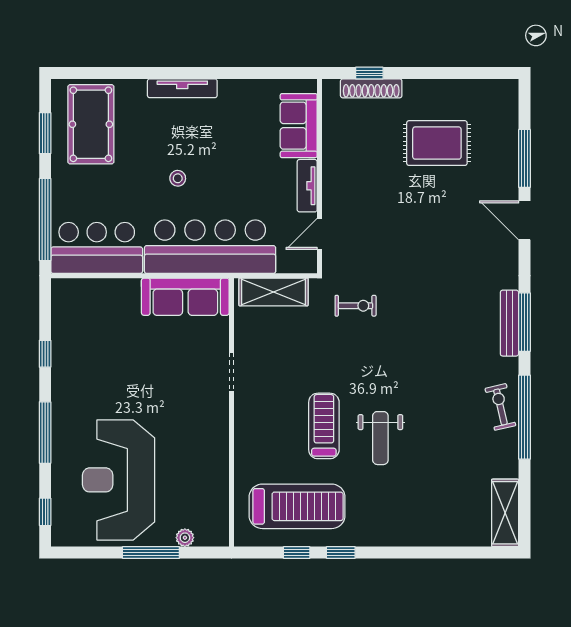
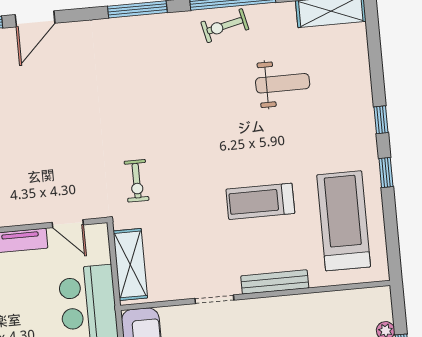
exercise bike: (356, 306) -> (137, 181), turned 180
bench: (509, 323) -> (275, 282), moved
weight bench: (380, 438) -> (283, 83), moved
window: (297, 552) -> (381, 120), moved

